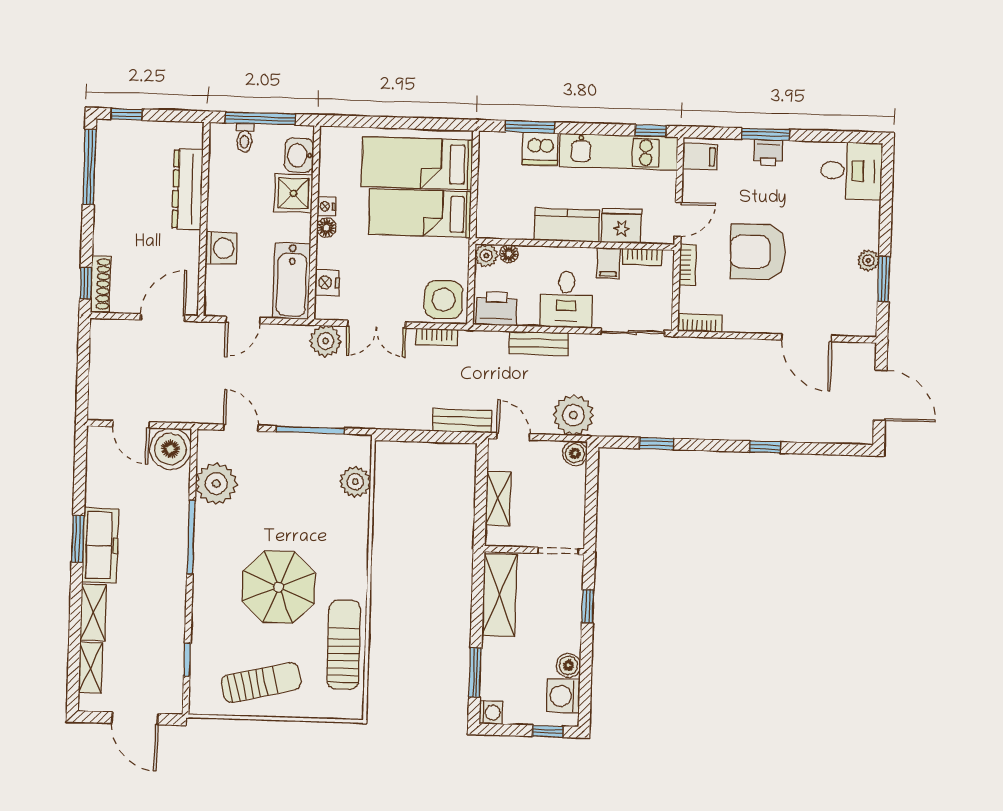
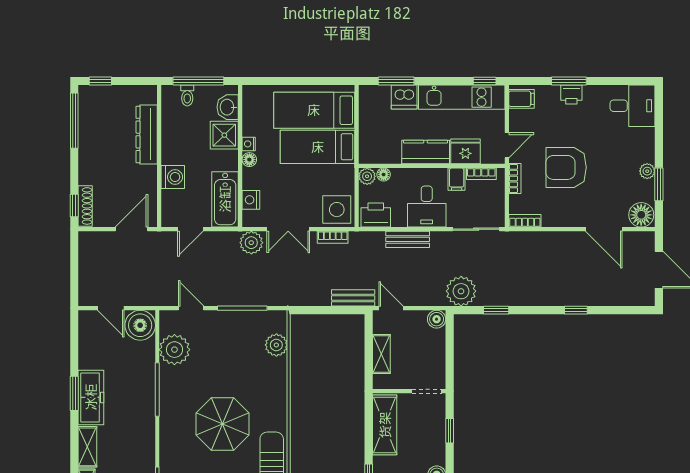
floor lamp: (858, 320) -> (641, 215), added
plant: (573, 415) -> (461, 291), moved

